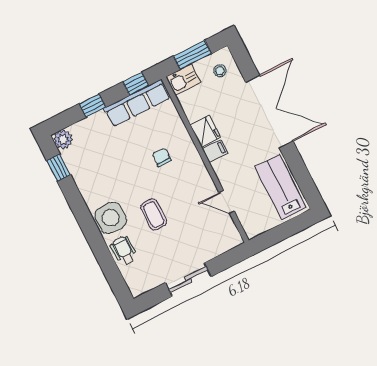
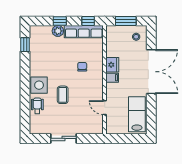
kitchen sink: (183, 80) -> (114, 32), removed
plant: (63, 139) -> (58, 31), moved

